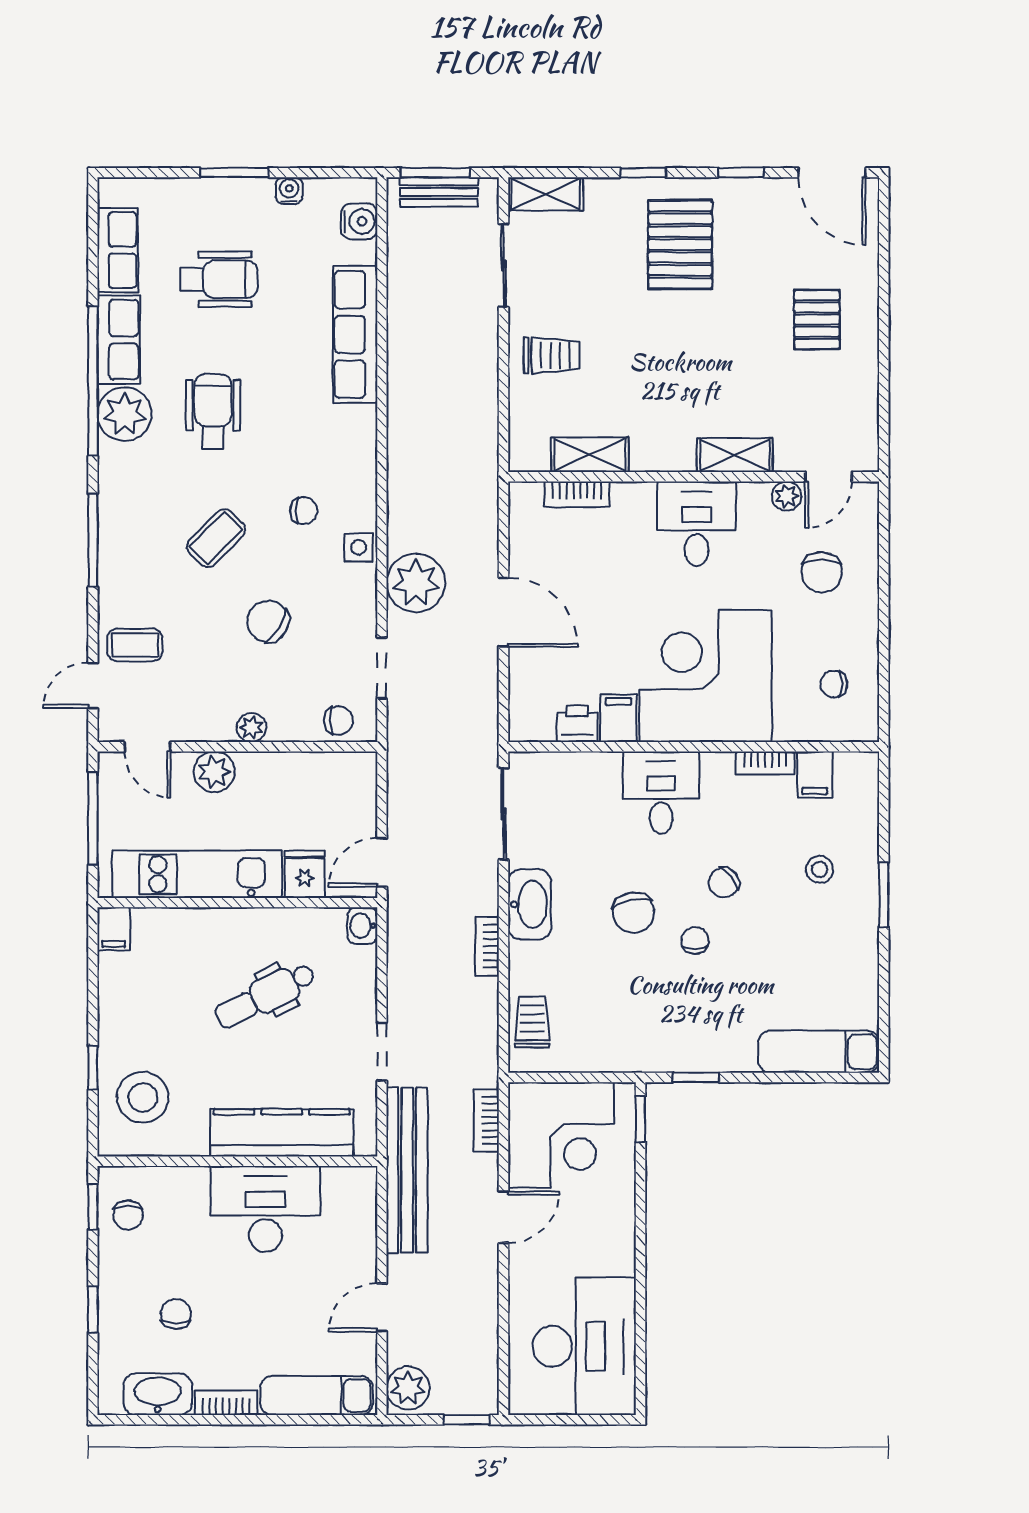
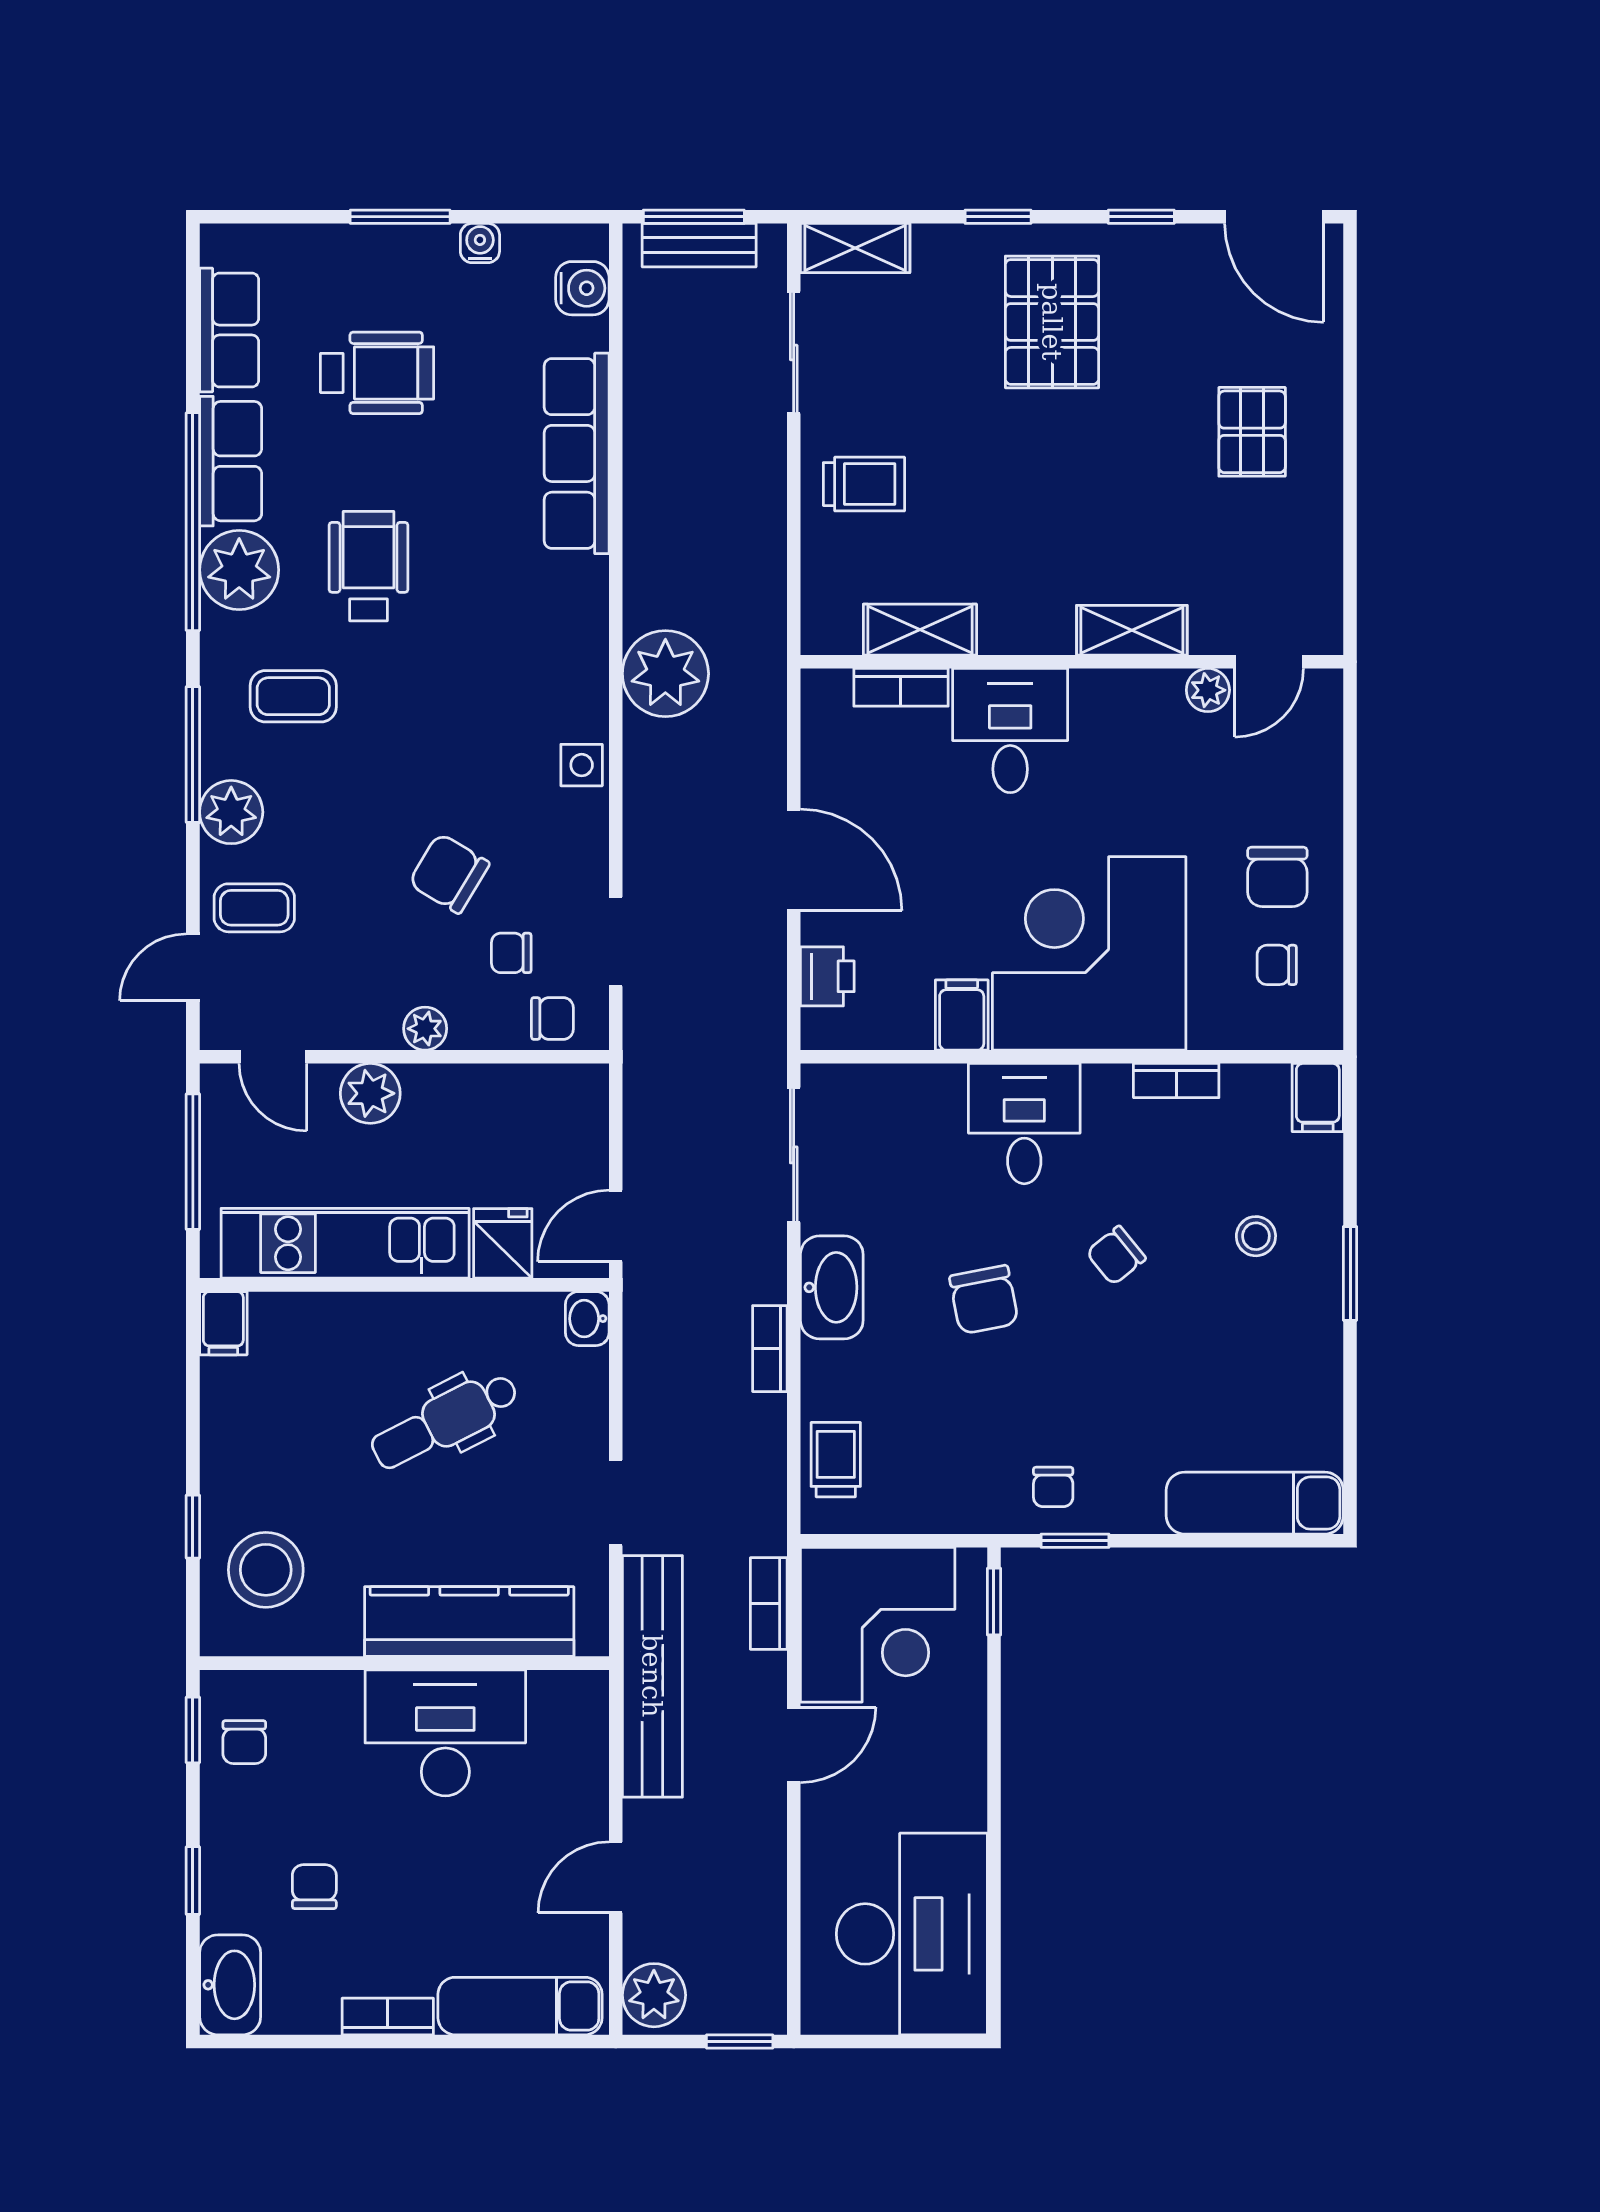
chair: (304, 511) -> (511, 953), moved, turned 180
desk: (697, 524) -> (1010, 731), moved
coffee table: (216, 538) -> (293, 696), moved, turned 45
chair: (822, 572) -> (1277, 877), moved
plant: (119, 579) -> (231, 812), added
plant: (416, 583) -> (665, 674), moved
printer: (577, 724) -> (827, 976), moved, turned 90
filing cabinet: (815, 775) -> (1318, 1098), moved
chair: (695, 941) -> (1053, 1487), moved, turned 180
washbasin: (158, 1394) -> (230, 1985), moved, turned 90

